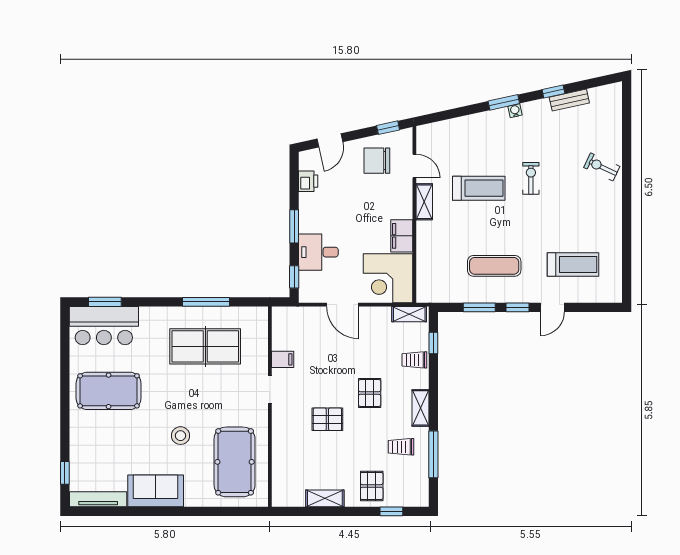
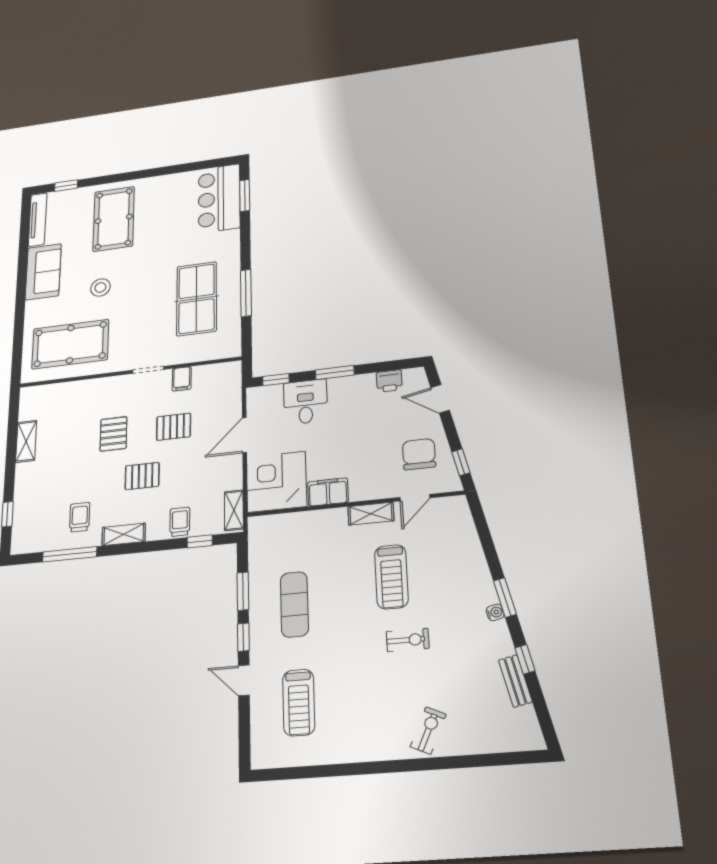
pool table: (109, 391) -> (114, 219), moved
pallet: (372, 486) -> (174, 427), moved

